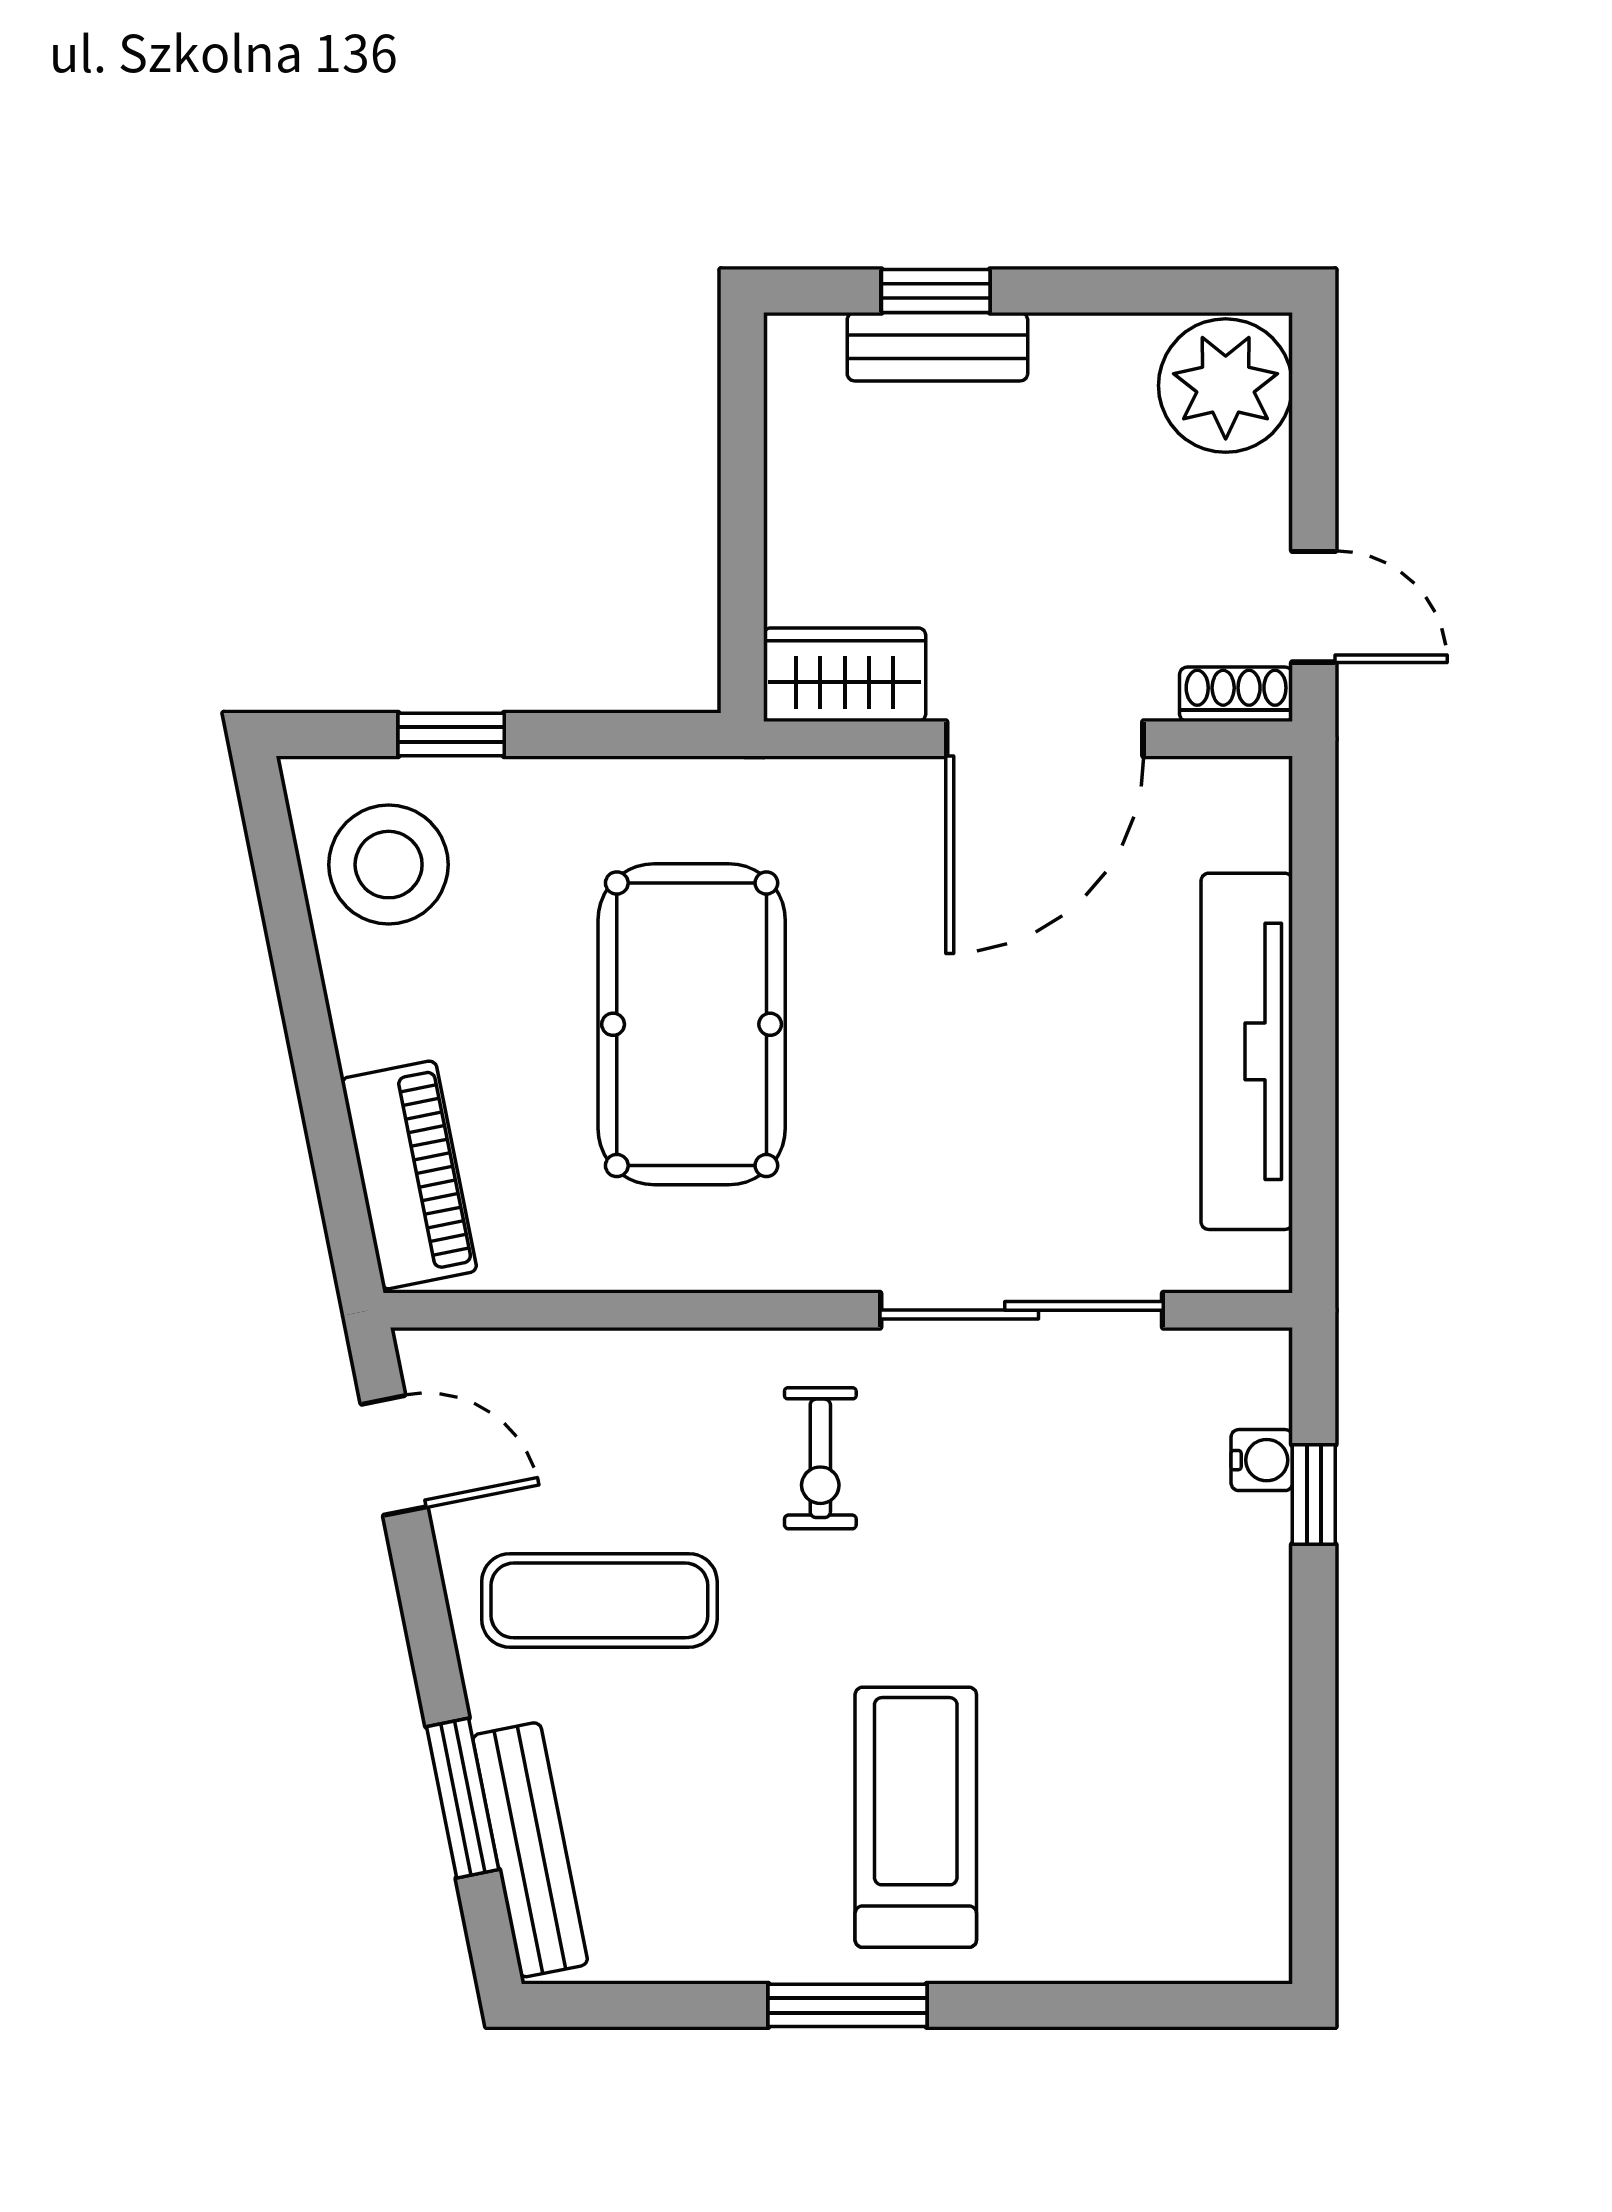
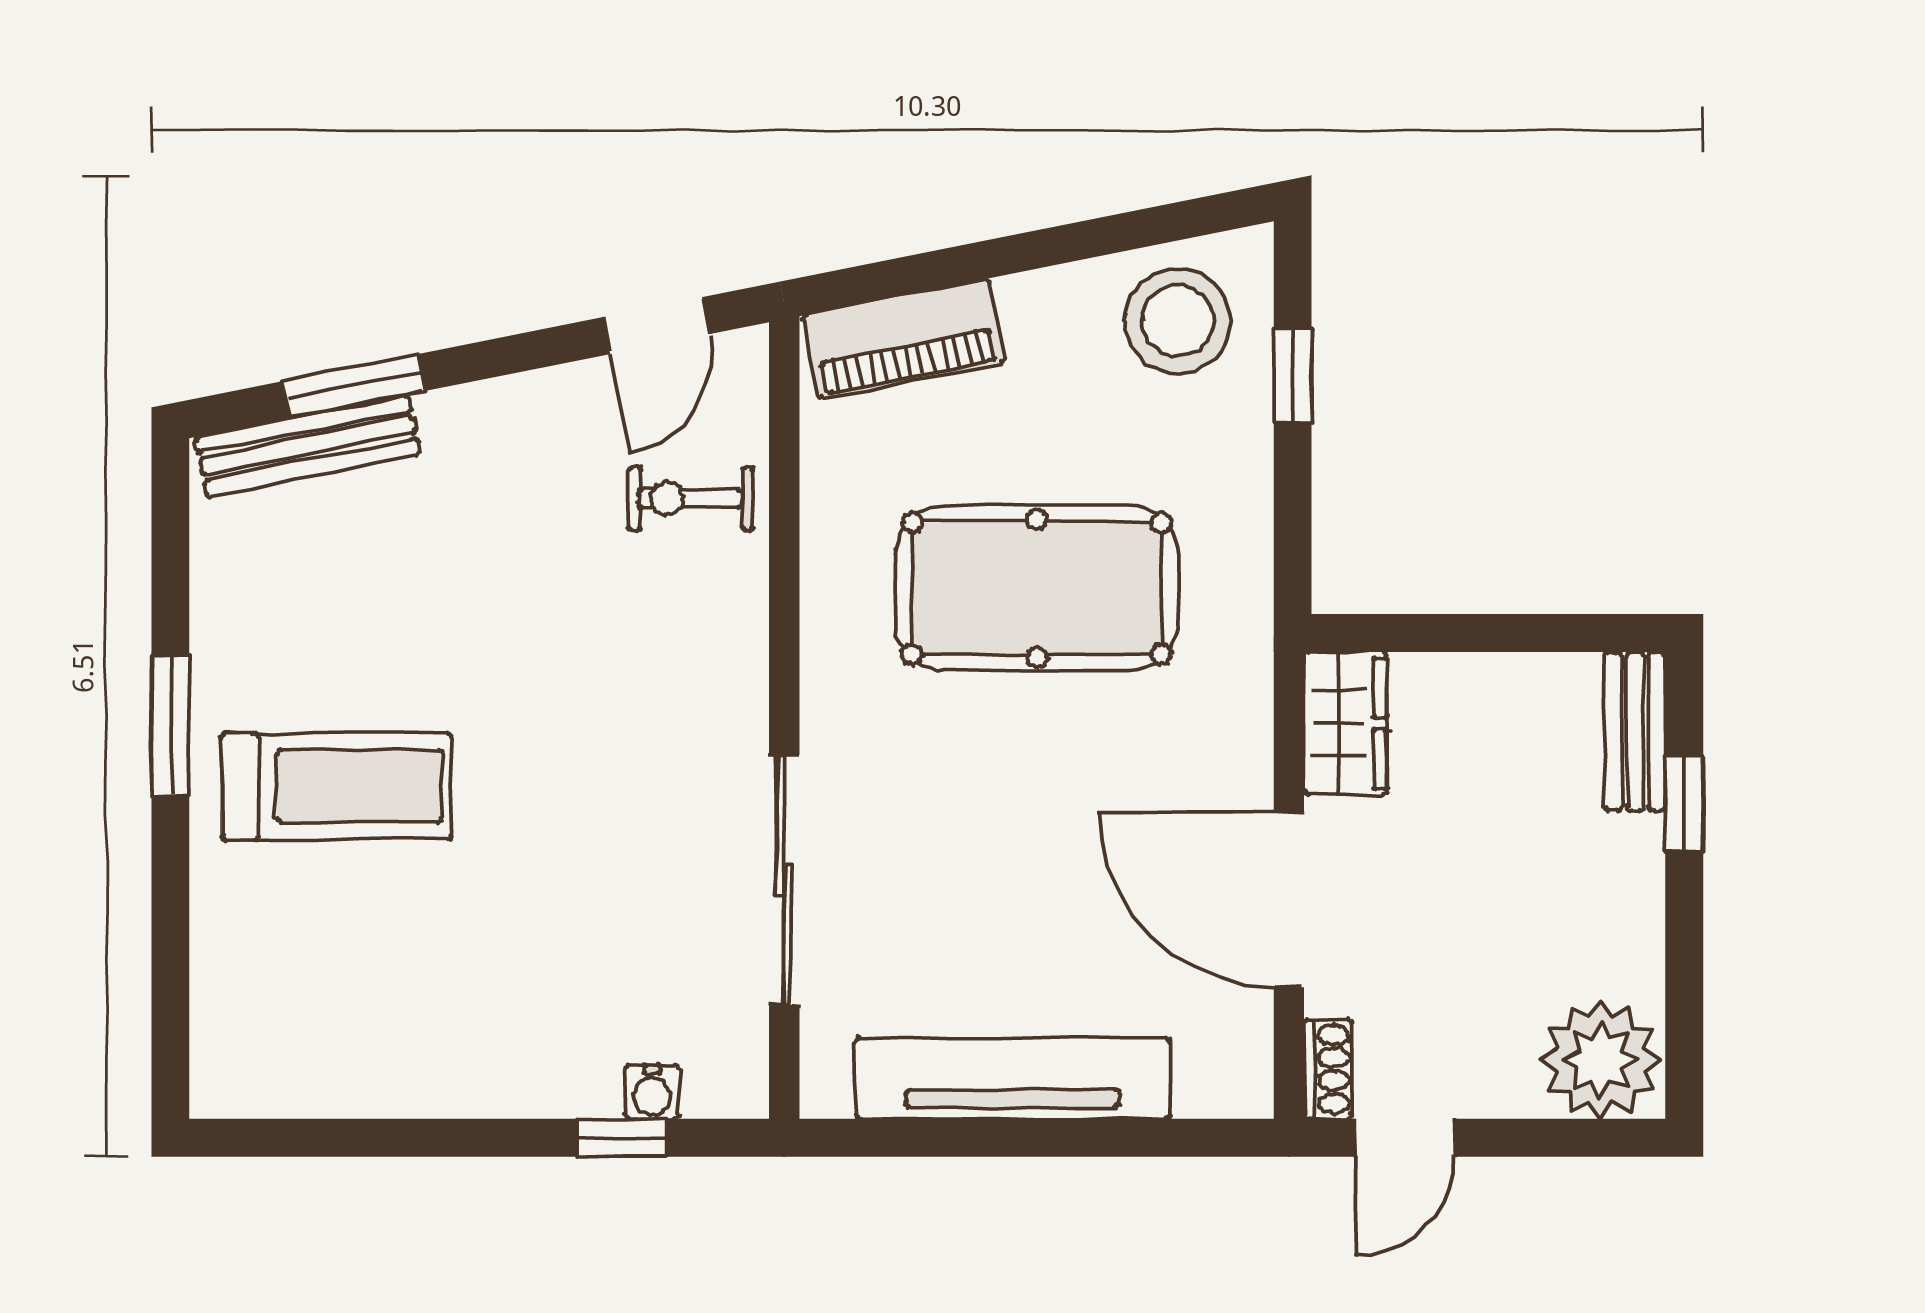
bench: (937, 347) -> (1635, 731), moved
exercise bike: (820, 1458) -> (691, 499), moved
exercise mat: (599, 1600) -> (528, 507), removed

